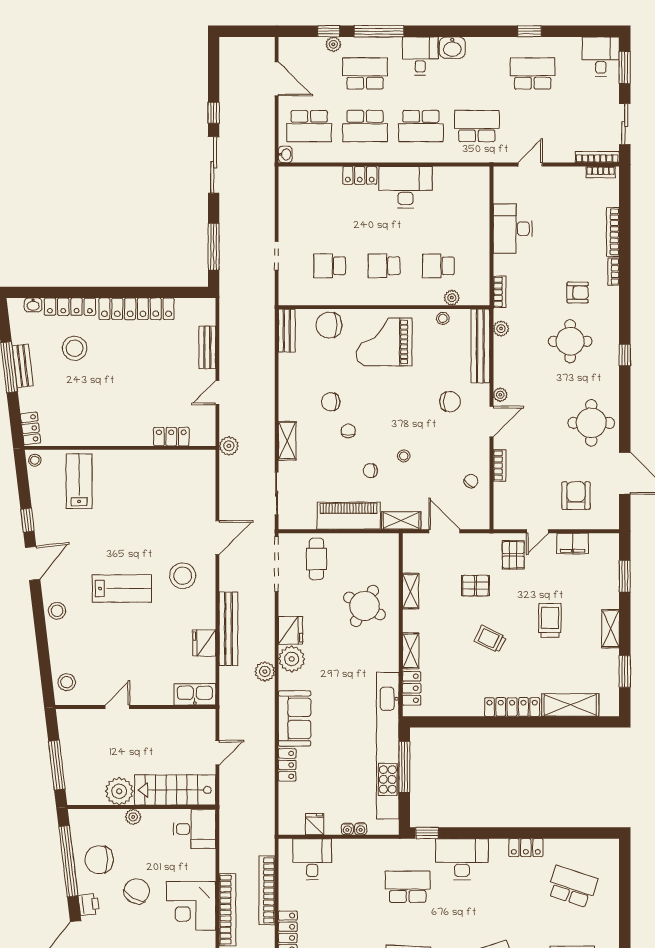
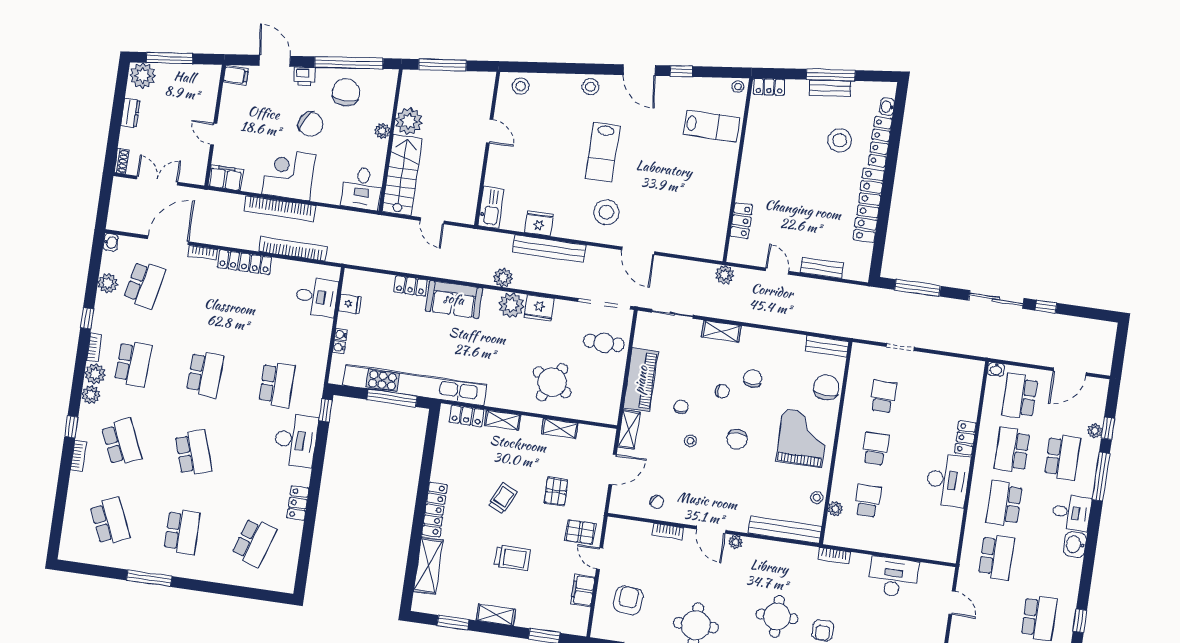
plant: (501, 329) -> (799, 552), removed
chair: (450, 402) -> (737, 439), moved
armchair: (576, 496) -> (628, 600), turned -85

